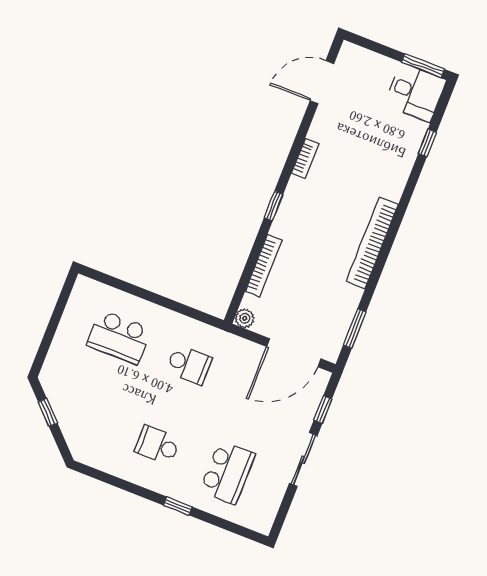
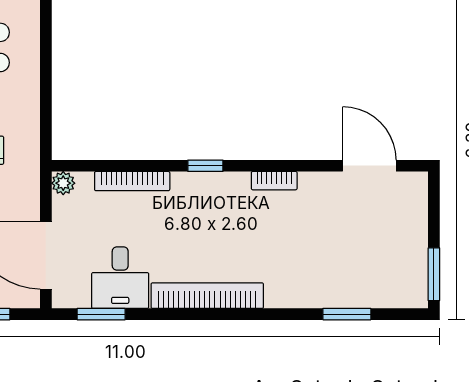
desk: (415, 92) -> (120, 278), moved
window: (427, 143) -> (347, 314), width x1.50

